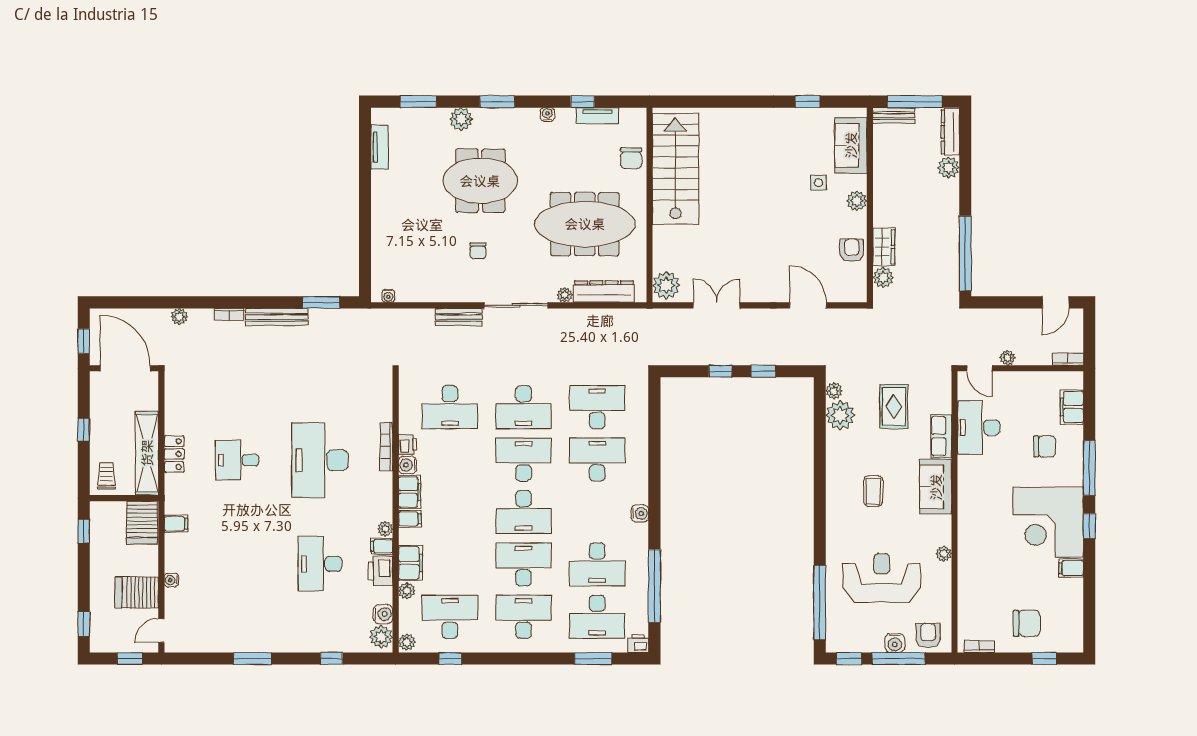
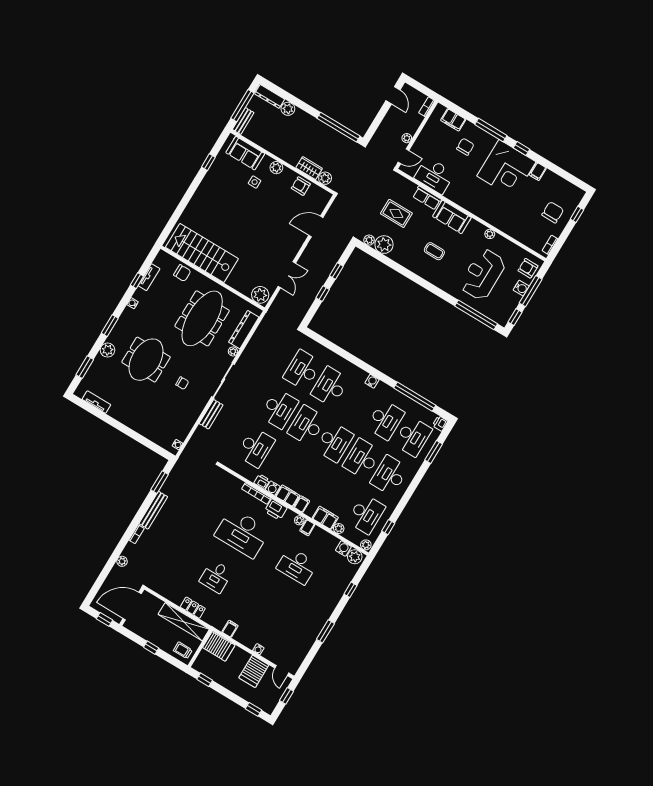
double door: (717, 305) -> (287, 275), swing flipped
printer: (380, 571) -> (276, 509), moved
desk: (450, 617) -> (366, 514), turned 180

